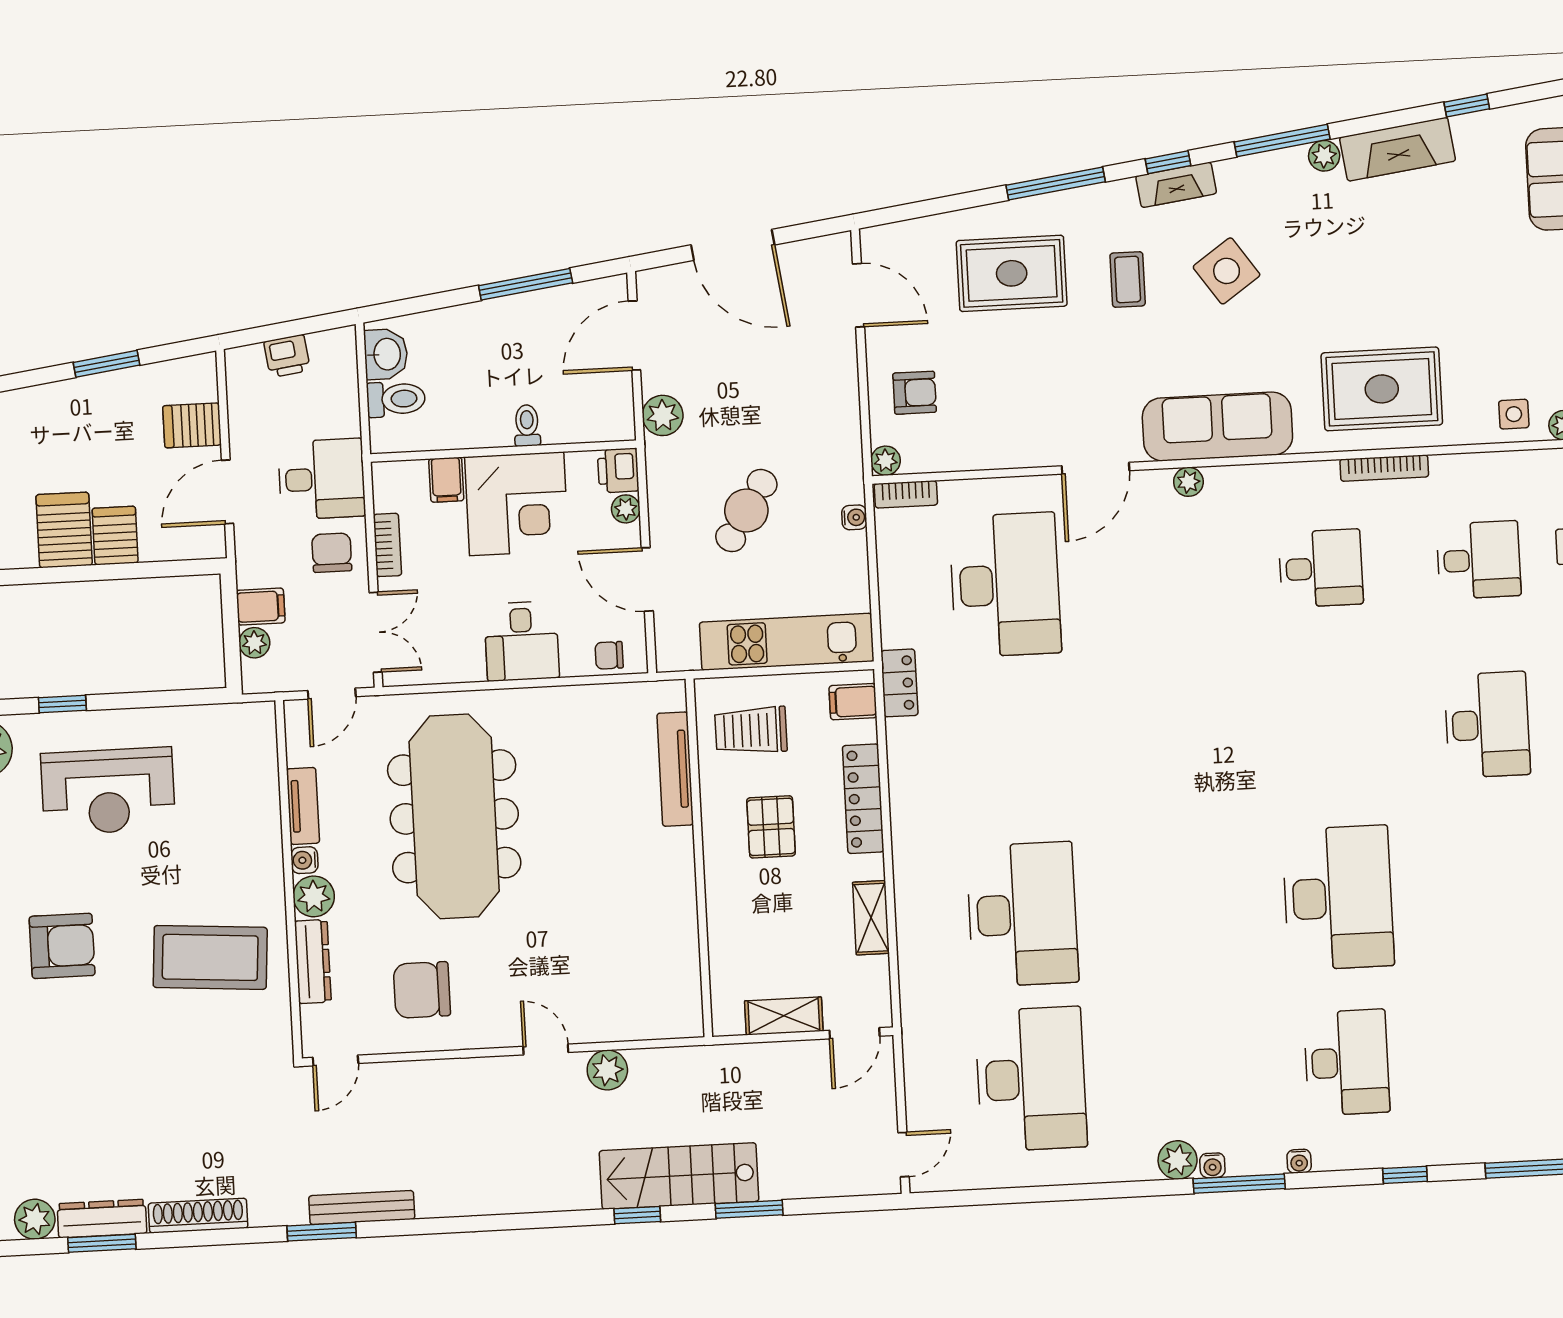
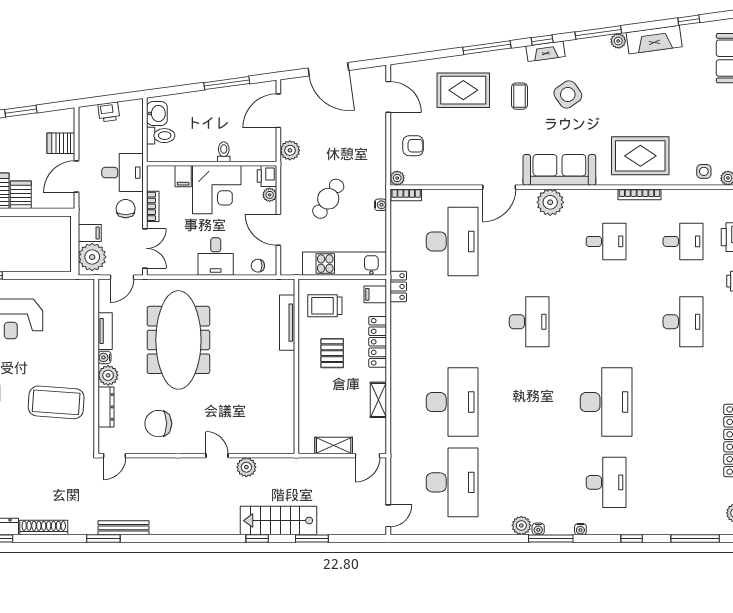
plant: (1188, 482) -> (550, 202), width x1.87, depth x1.87
plant: (254, 643) -> (92, 257), width x1.87, depth x1.87
desk: (1172, 741) -> (529, 322), added

